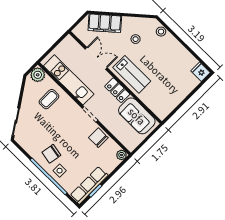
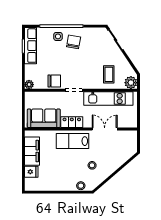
filing cabinet: (105, 23) -> (32, 151), moved, turned 131
double door: (96, 58) -> (105, 129), swing flipped
fridge: (201, 72) -> (31, 172), moved

